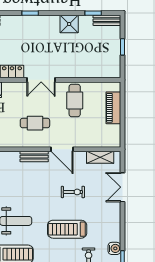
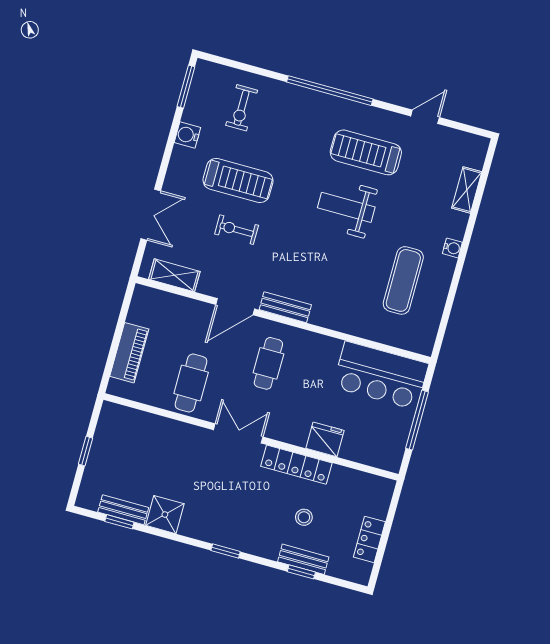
bench: (107, 20) -> (123, 510), moved
cafe table: (35, 123) -> (268, 363), turned 90
door: (62, 149) -> (235, 307), swing flipped
treadmill: (67, 229) -> (238, 180), moved
water cooler: (114, 248) -> (187, 135), moved

